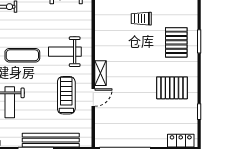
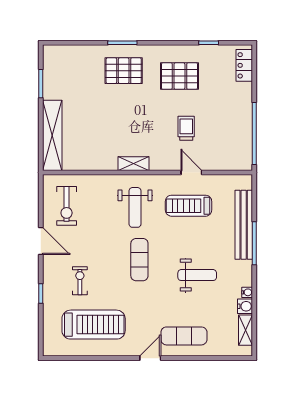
trolley: (141, 19) -> (186, 128), moved, turned 180
shelving: (101, 73) -> (133, 164), moved
pallet: (172, 88) -> (179, 76), turned 90

